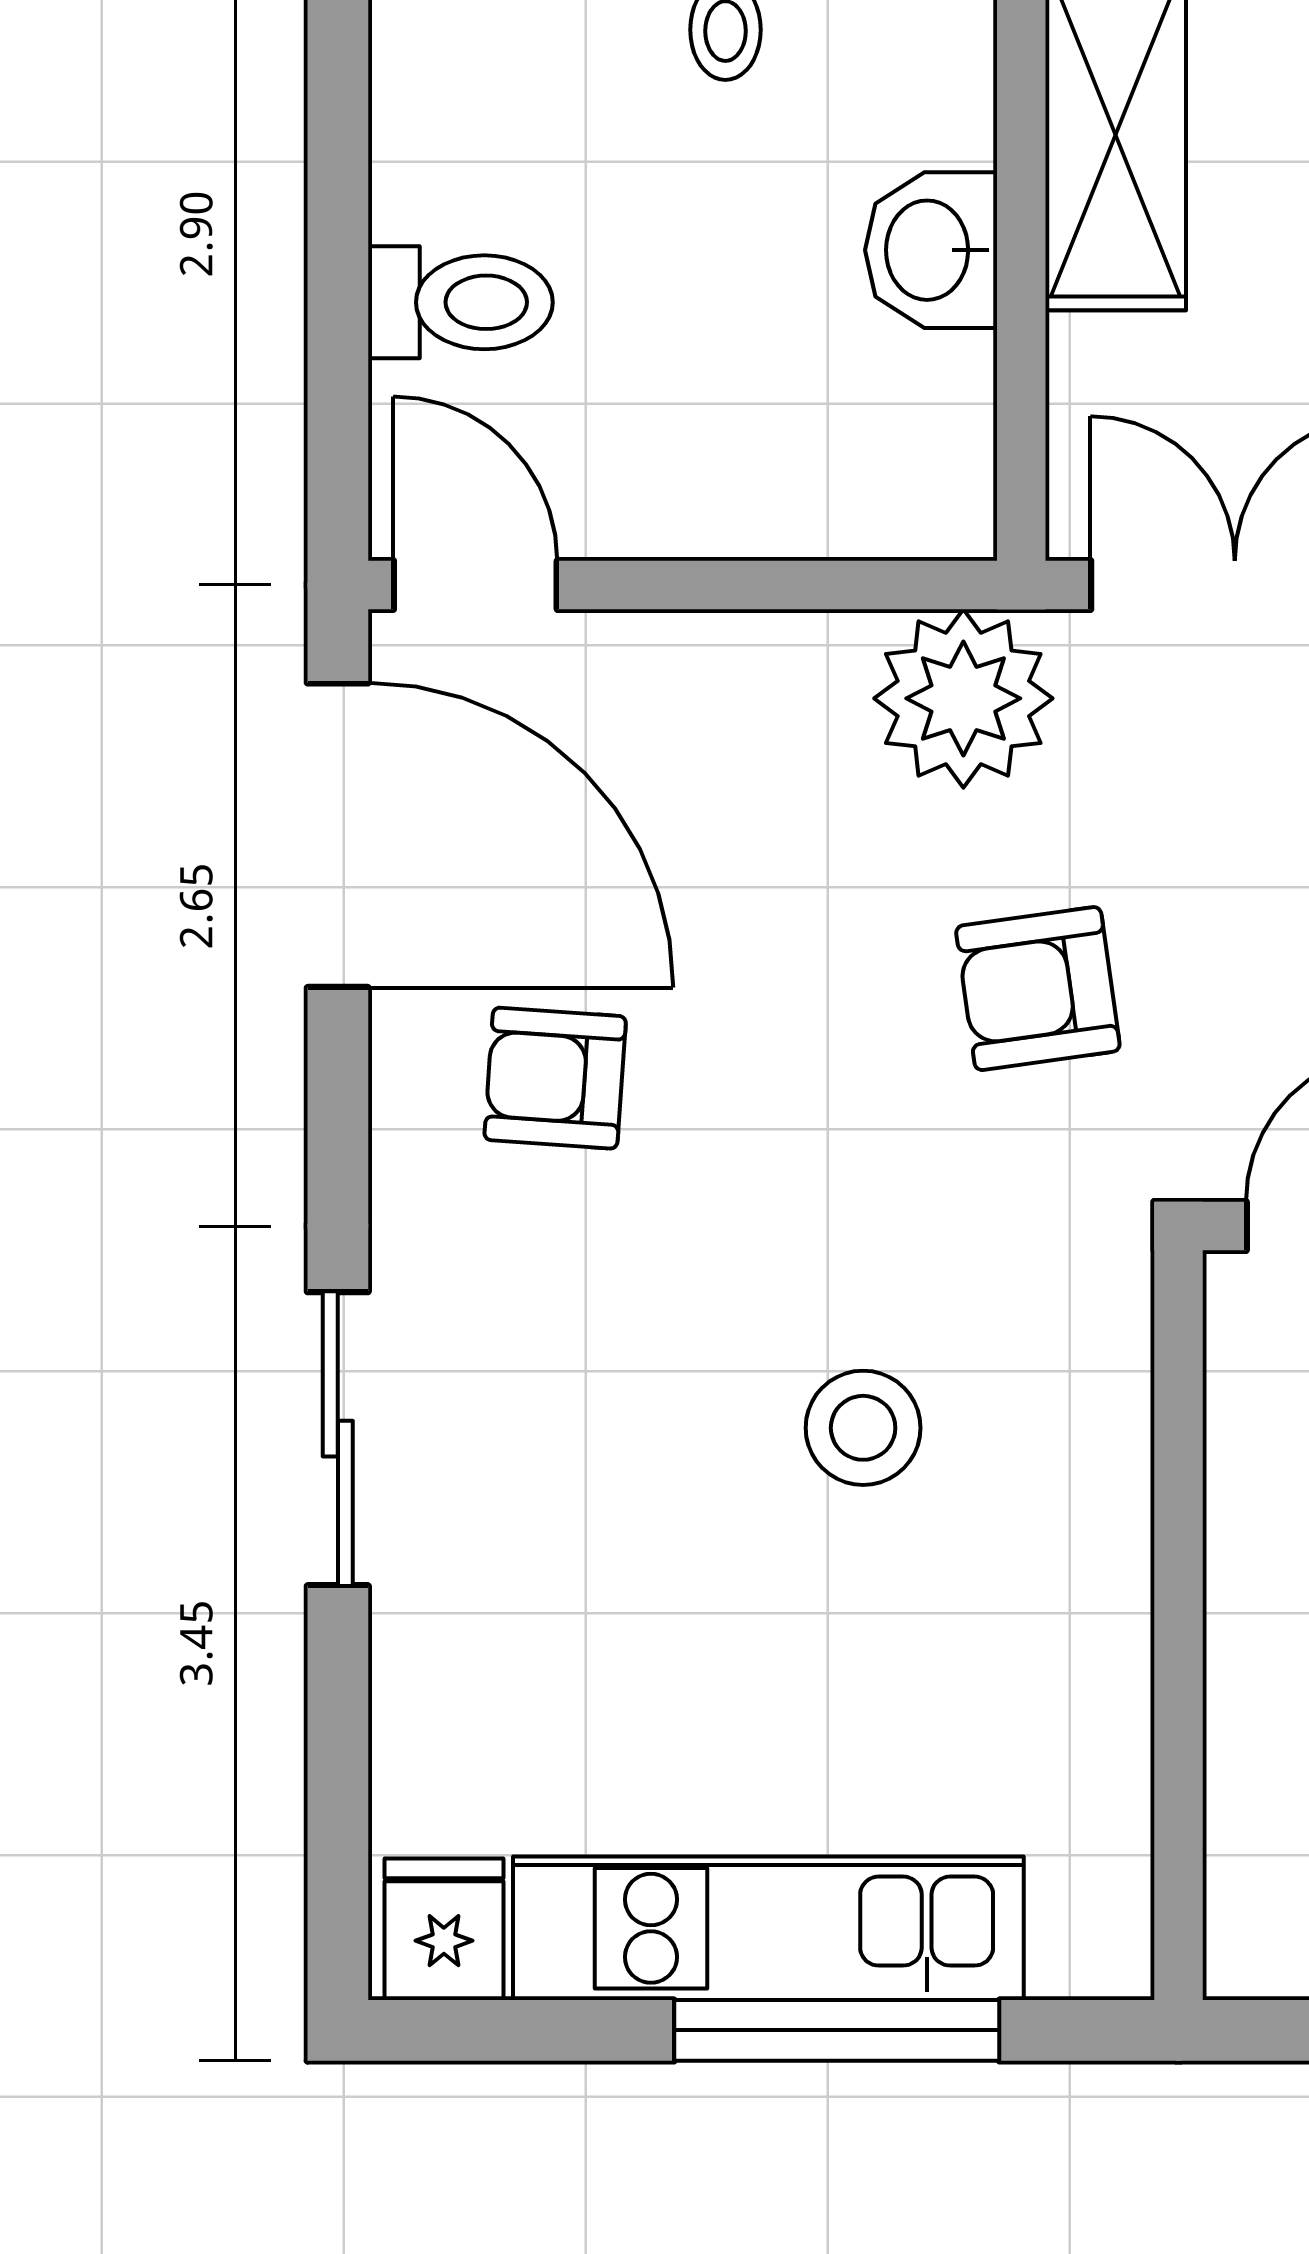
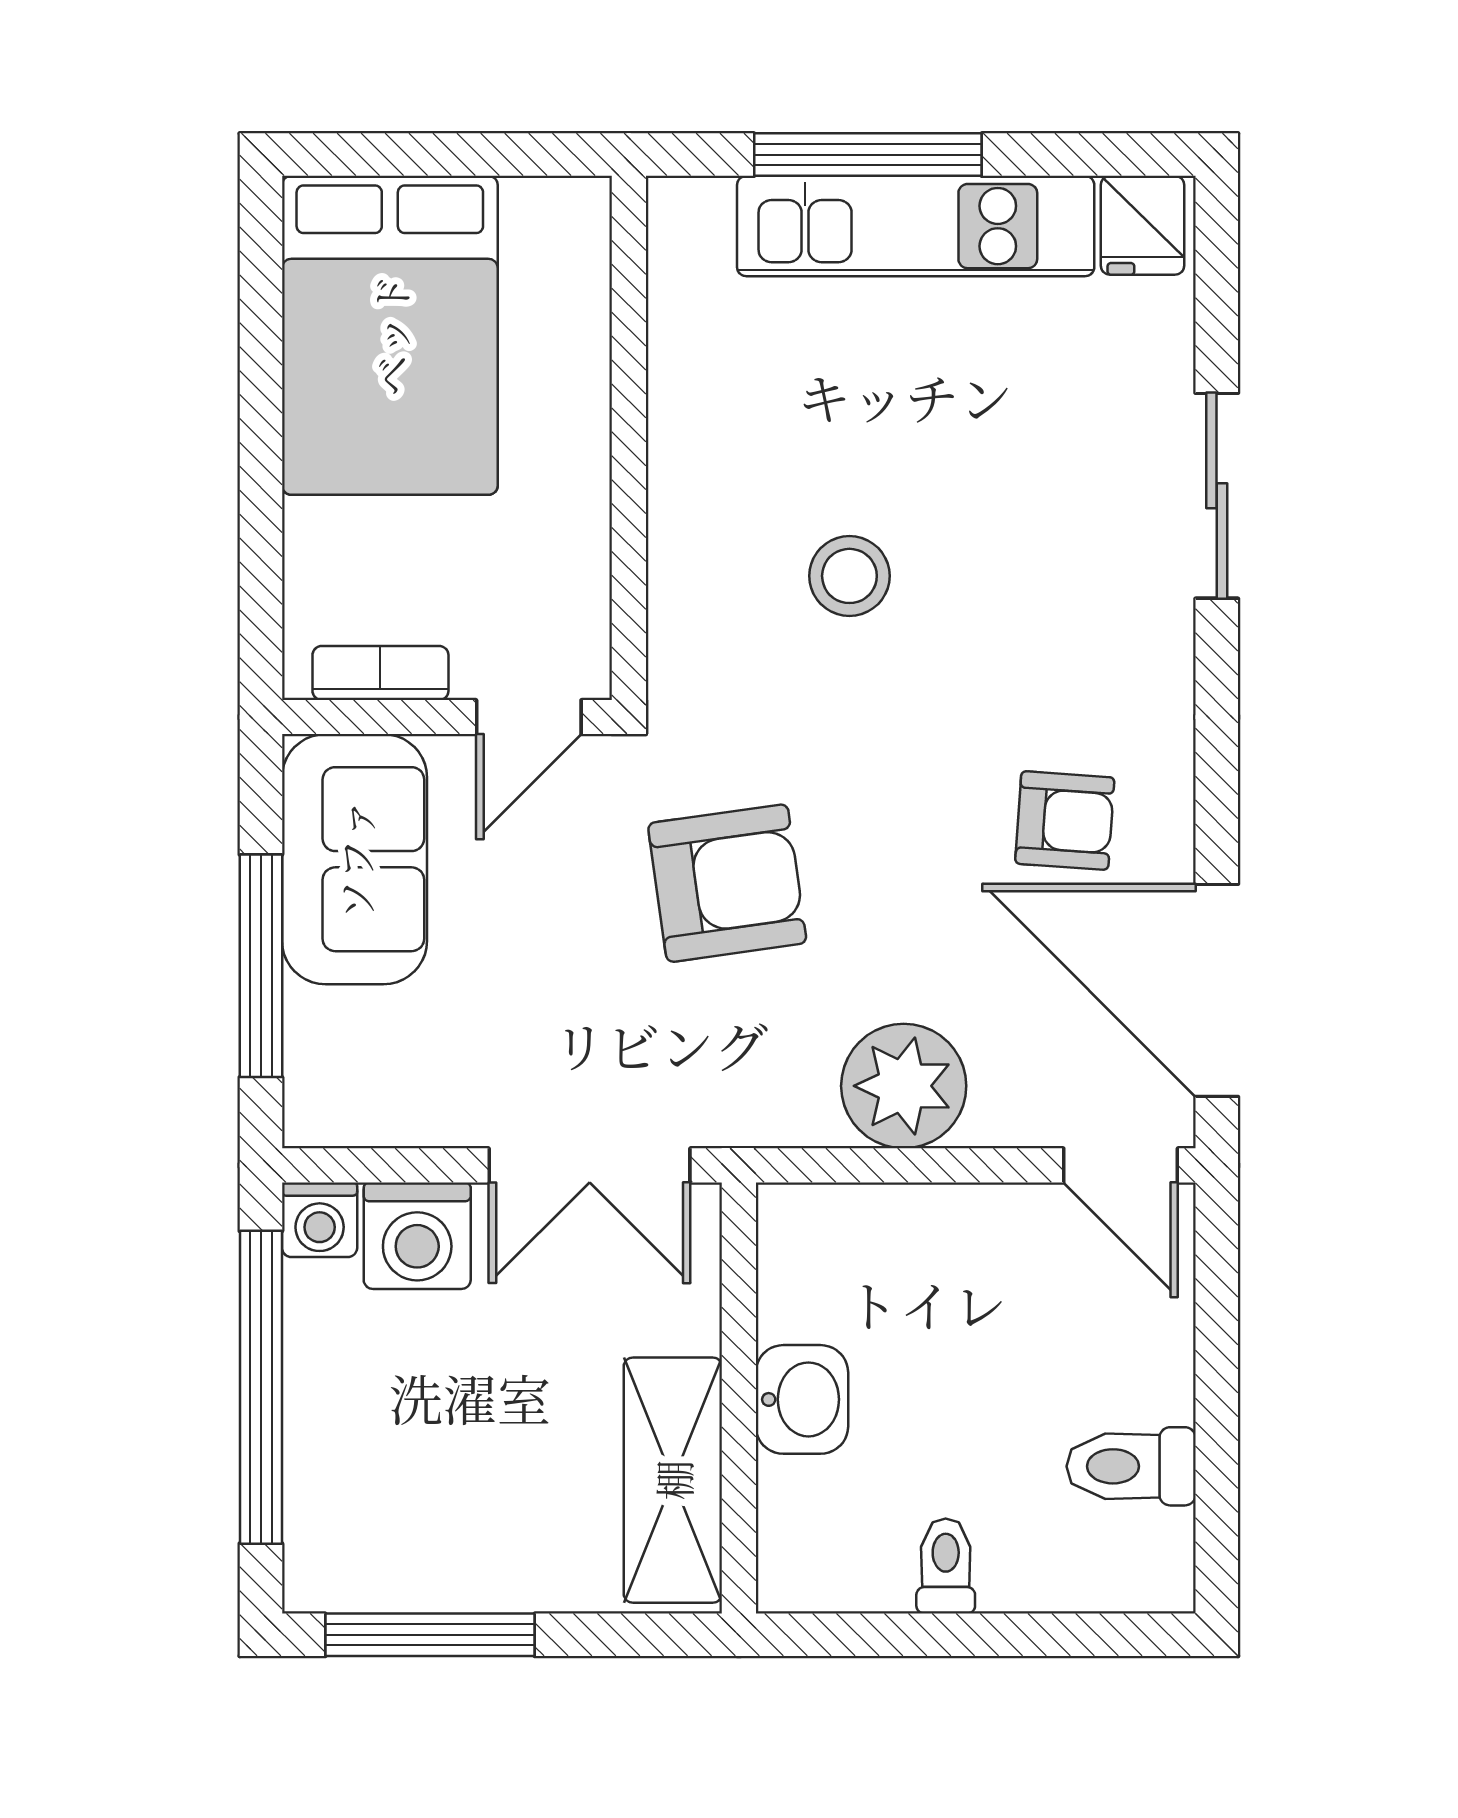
toilet: (460, 302) -> (1131, 1466), moved
plant: (963, 698) -> (904, 1086), moved
armchair: (1038, 989) -> (727, 883), width x1.38, depth x1.38
sliding door: (338, 1439) -> (1217, 496), moved

